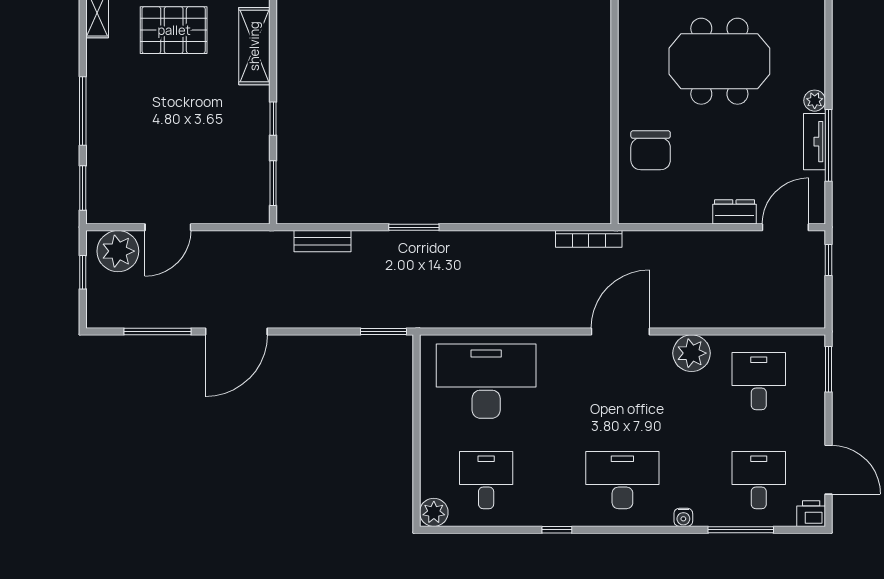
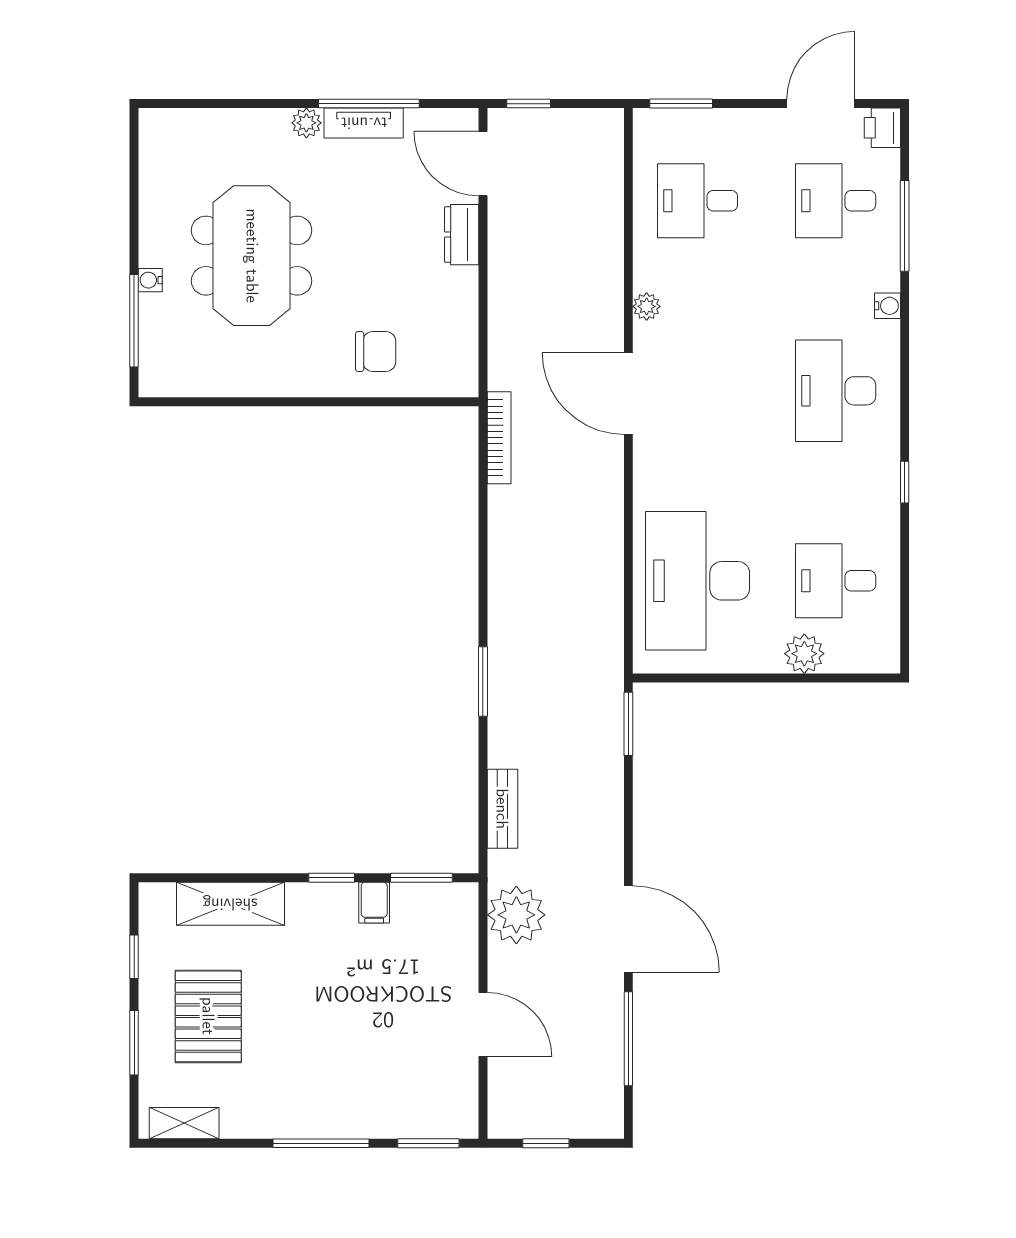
filing cabinet: (255, 149) -> (374, 903), added
chair: (651, 150) -> (376, 352), width x0.73, depth x0.73
plant: (118, 251) -> (516, 915), moved
plant: (692, 353) -> (647, 306), width x0.53, depth x0.53
plant: (434, 512) -> (804, 654), moved

